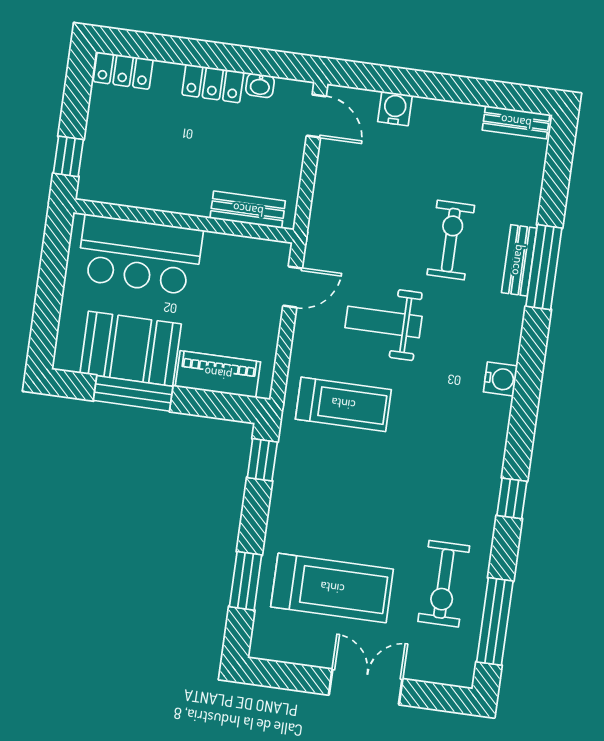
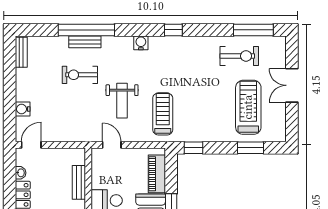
bench: (248, 210) -> (79, 182), moved
window: (544, 267) -> (86, 30), width x1.46
window: (512, 498) -> (173, 30), moved

